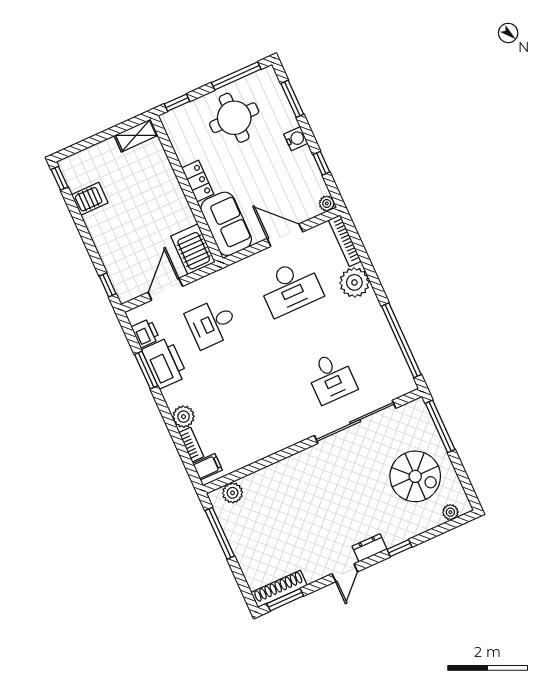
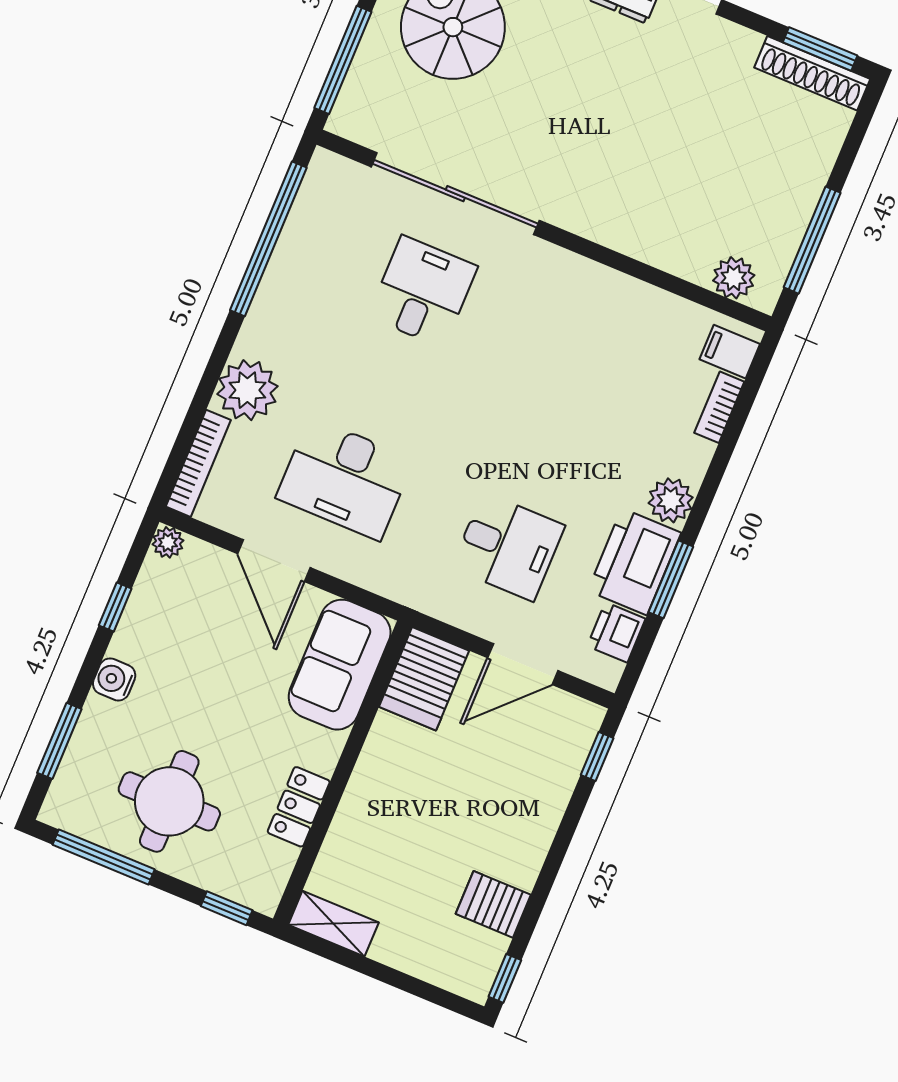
locker: (198, 181) -> (299, 807), moved
desk: (291, 288) -> (345, 479), turned 180
plant: (184, 417) -> (671, 500), moved

